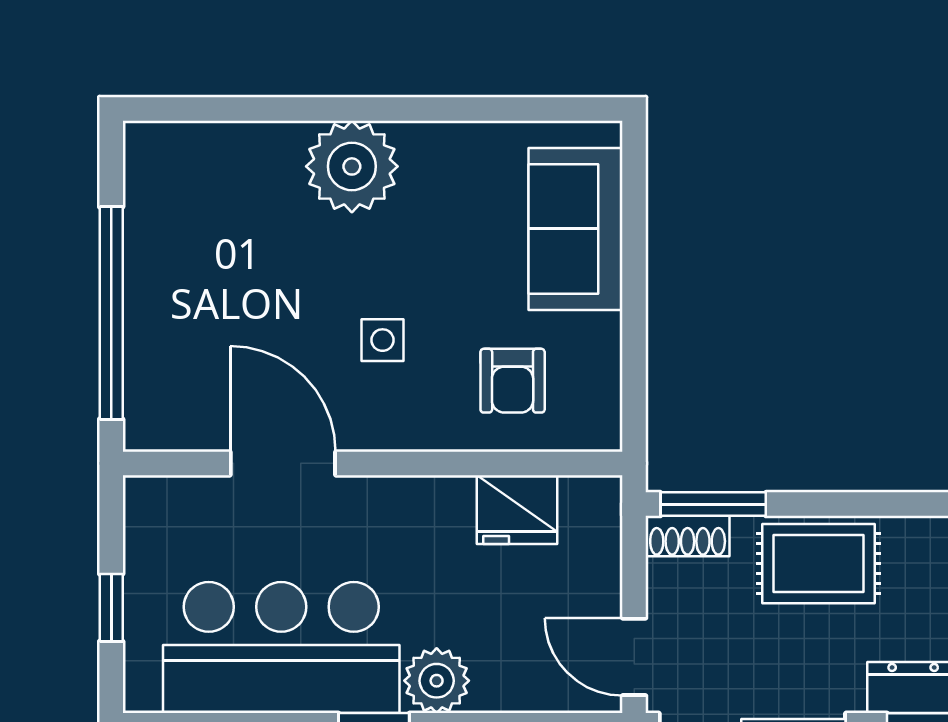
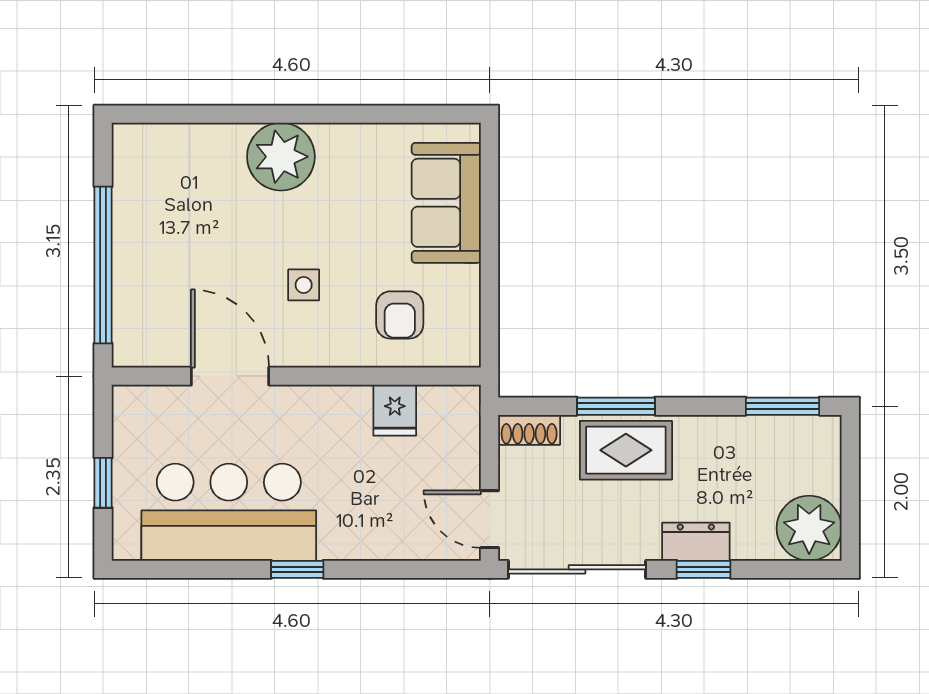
window: (713, 504) -> (616, 406), moved
fridge: (517, 510) -> (395, 410), width x0.72
plant: (437, 681) -> (344, 537), removed

